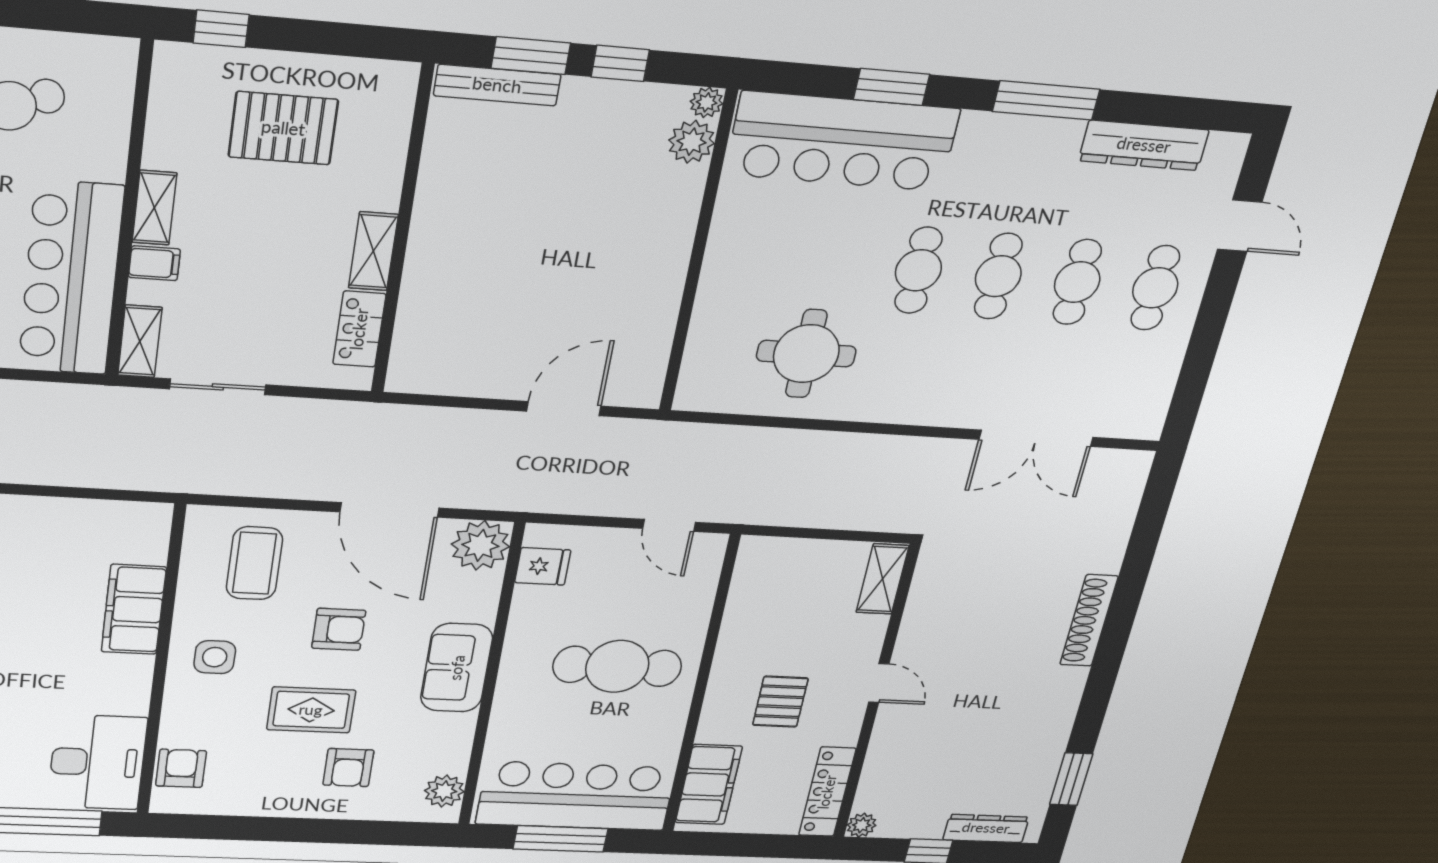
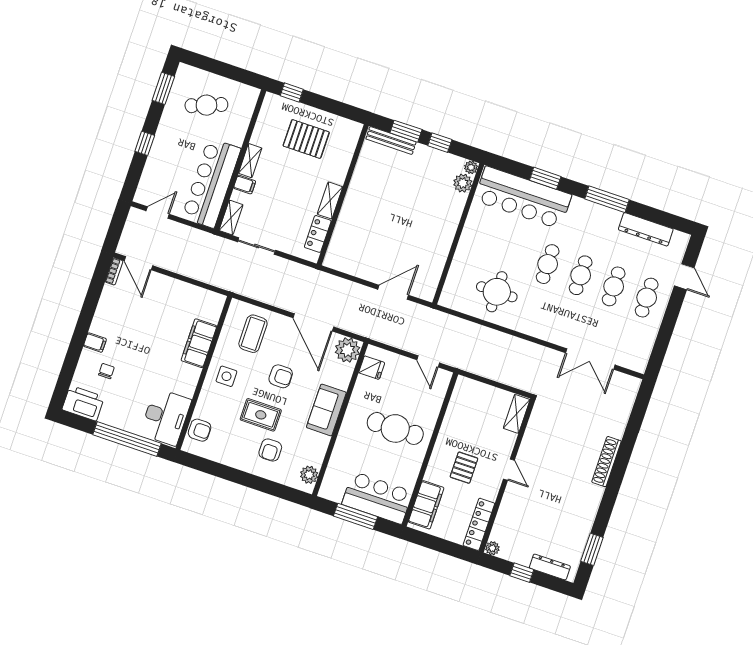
armchair: (181, 768) -> (200, 430), turned 90
bar counter: (576, 796) -> (377, 498), width x0.73

